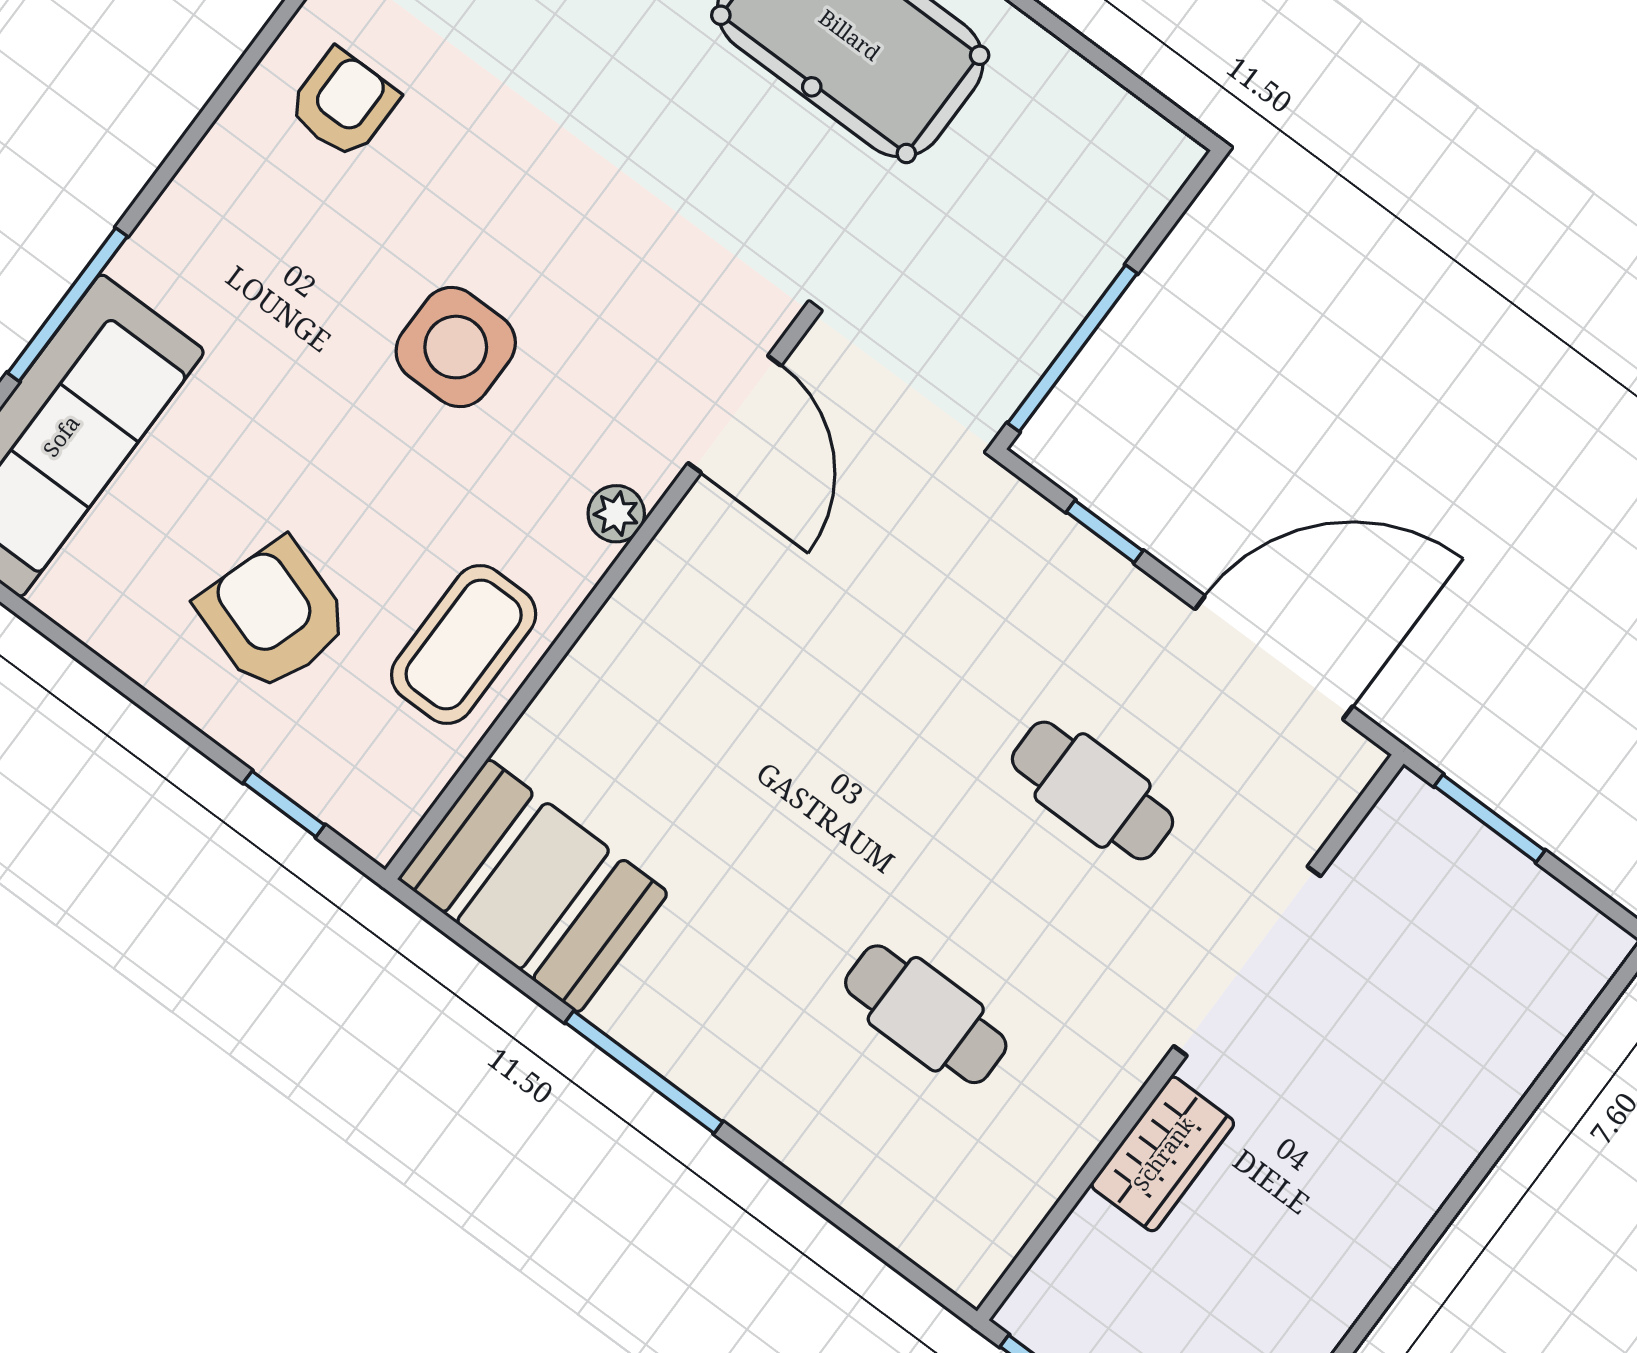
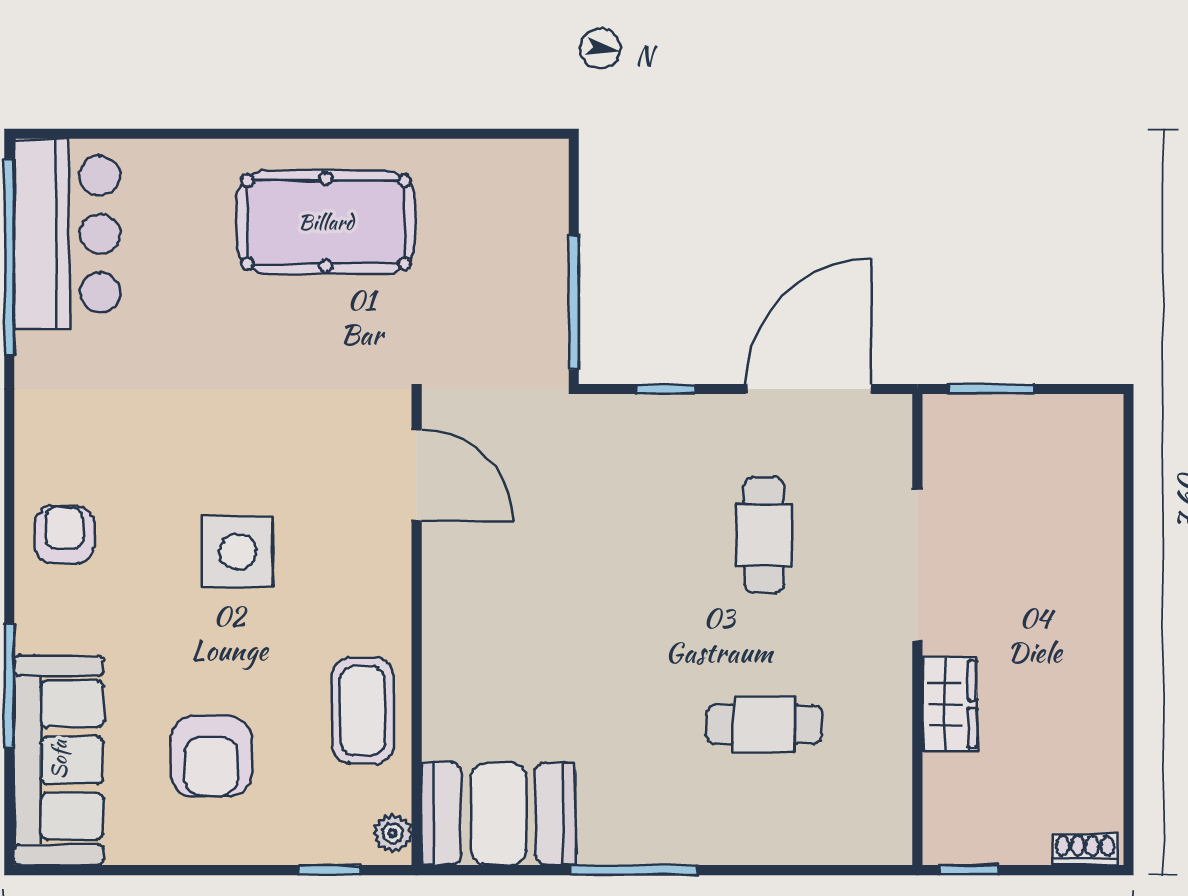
armchair: (343, 104) -> (64, 535), moved
plant: (616, 514) -> (393, 833), moved
armchair: (274, 615) -> (211, 756), moved, turned -108
cafe table: (1093, 791) -> (764, 535), turned 90

